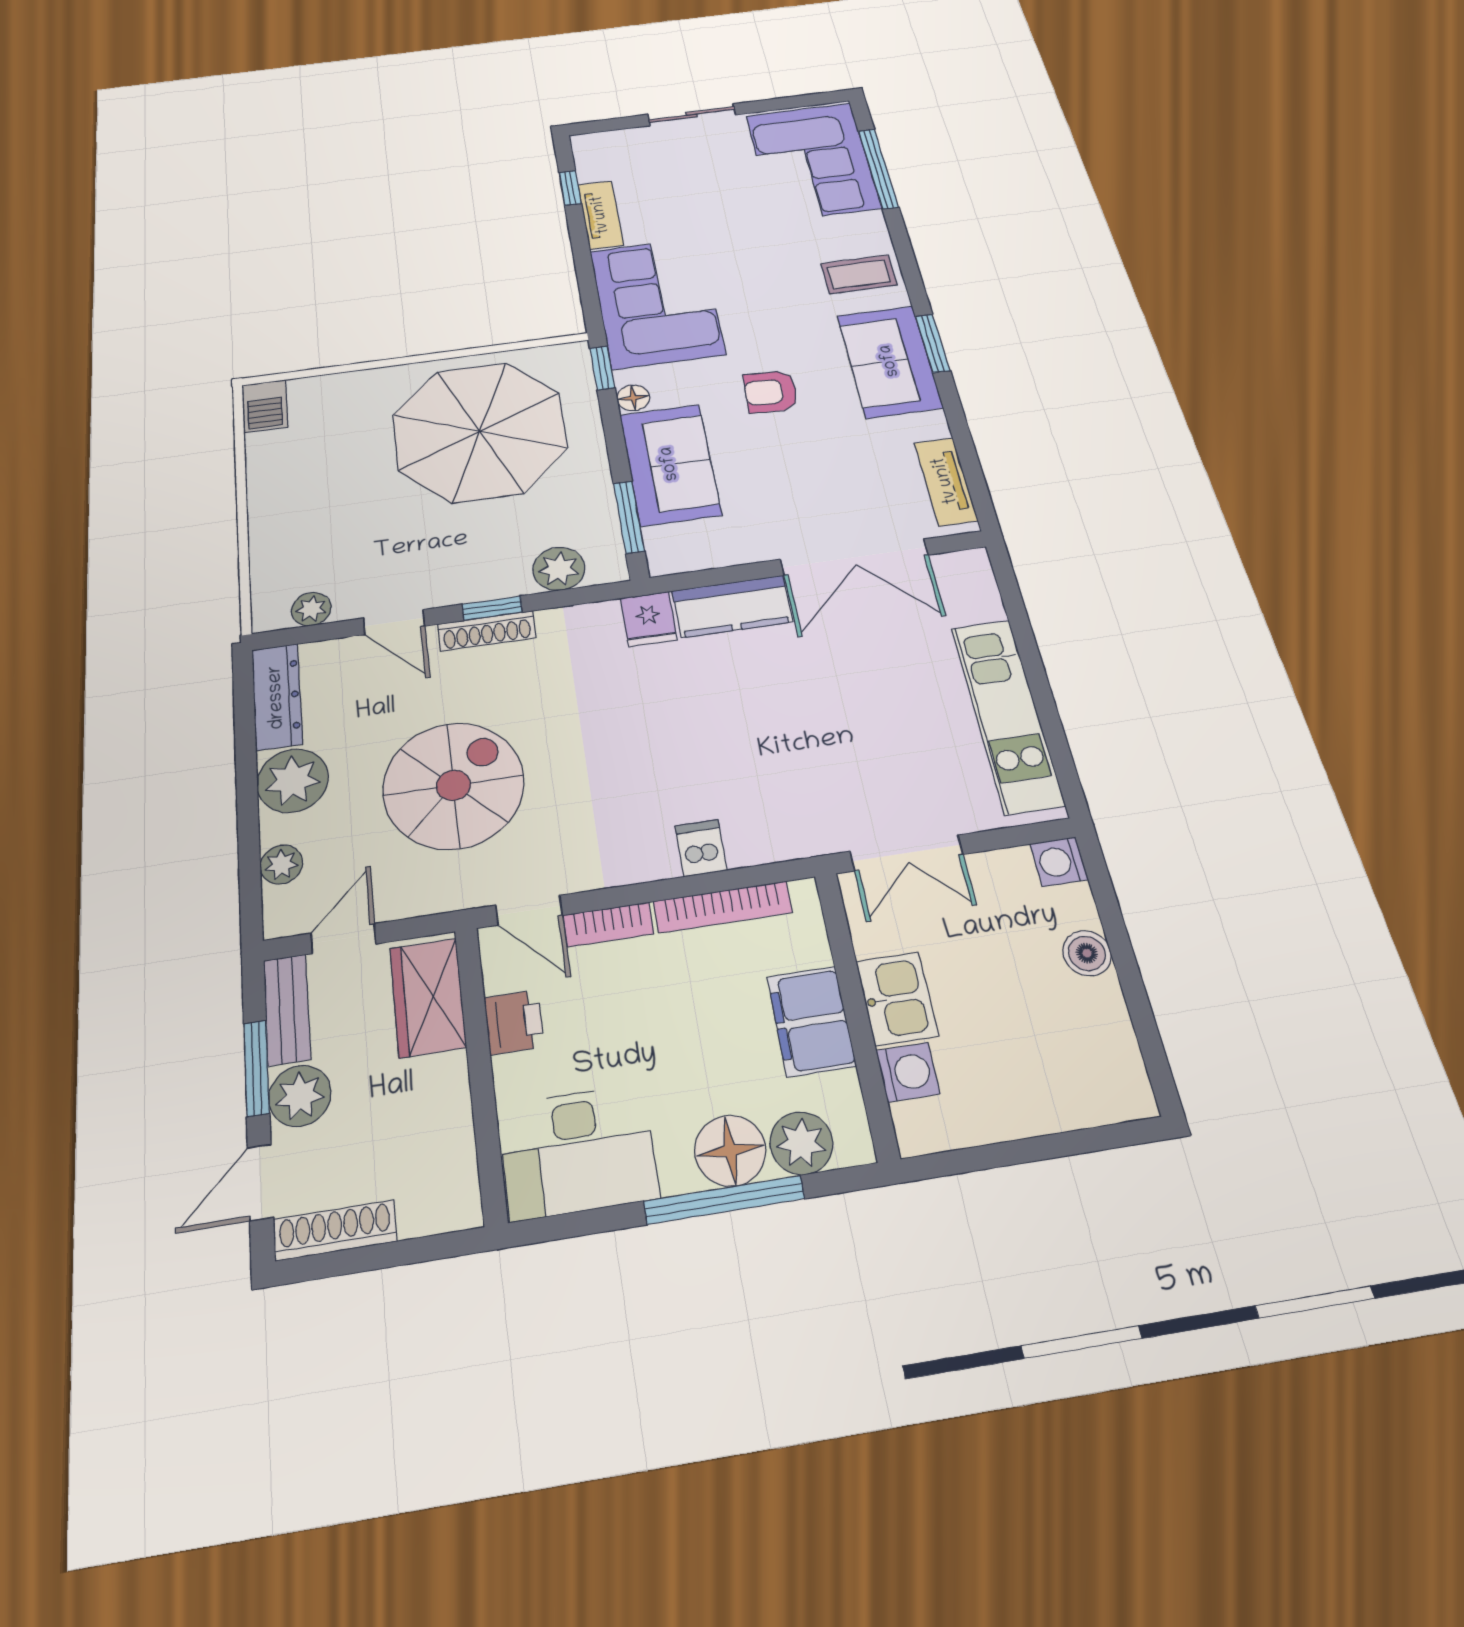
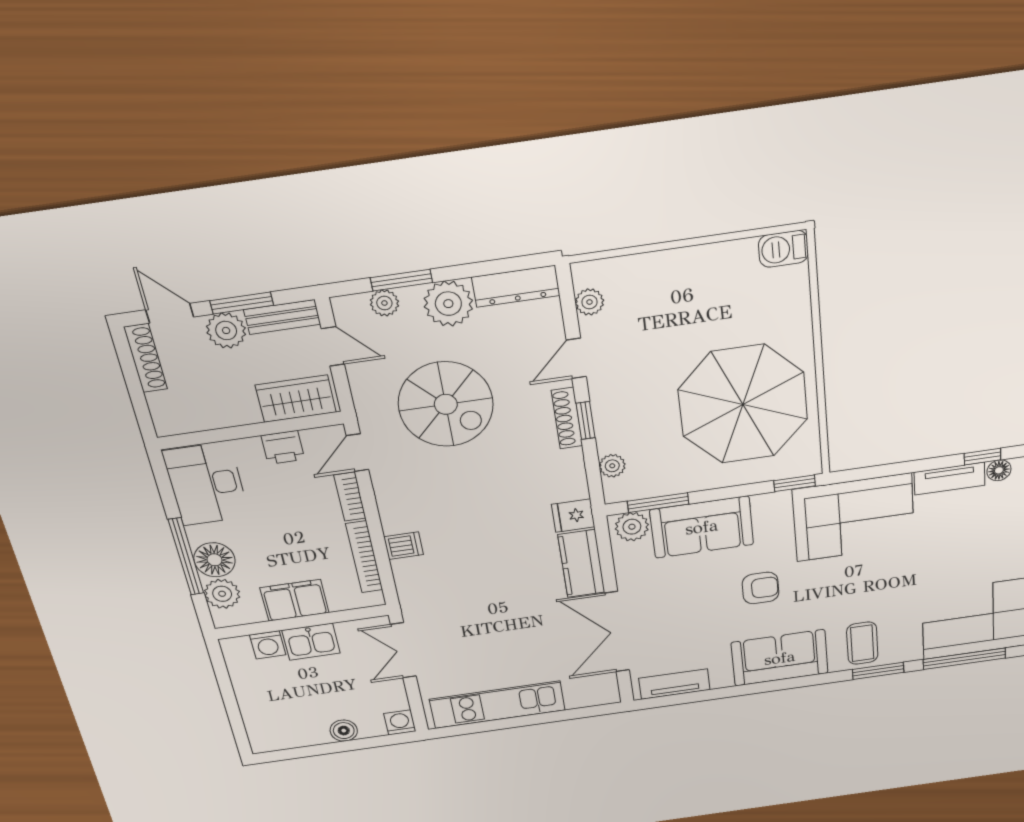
window: (933, 343) -> (878, 671), moved
armchair: (771, 392) -> (760, 588), turned 87
floor lamp: (633, 398) -> (999, 470), moved
plant: (668, 546) -> (632, 527), added
plant: (559, 569) -> (612, 466), width x0.73, depth x0.73
window: (249, 841) -> (401, 280), added

